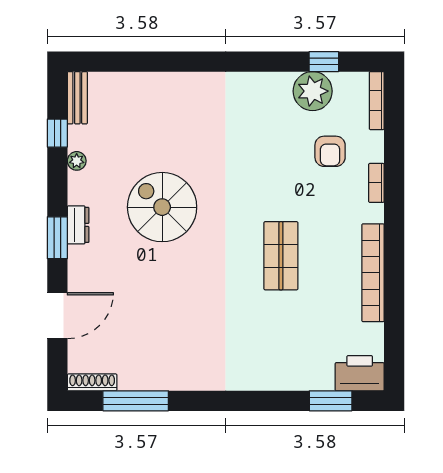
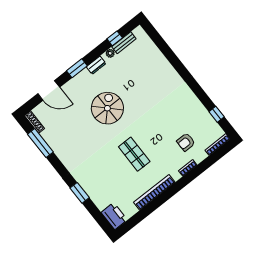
plant: (313, 91) -> (203, 119), removed
bench: (77, 98) -> (124, 43), moved
spiral stairs: (162, 207) -> (107, 108), moved
dresser: (78, 225) -> (96, 65), moved
shop shelf: (281, 256) -> (134, 154), turned 90
window: (331, 401) -> (80, 193), moved

